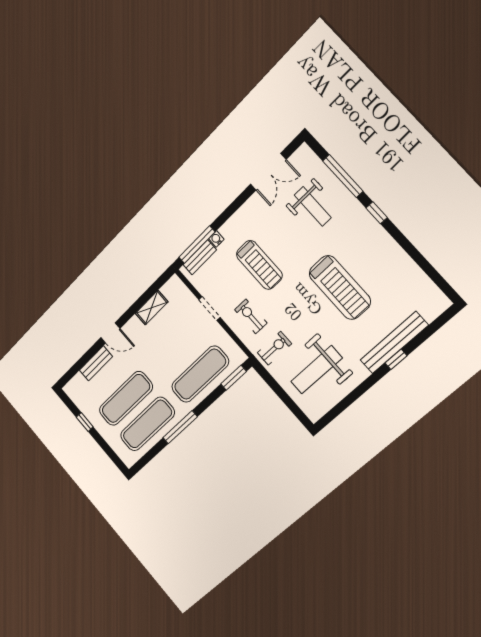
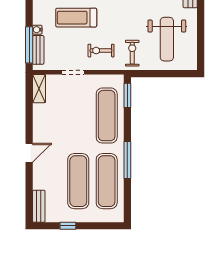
treadmill: (259, 265) -> (76, 18), turned 180
shelving: (152, 308) -> (39, 89), moved
bench: (96, 363) -> (39, 206), moved

